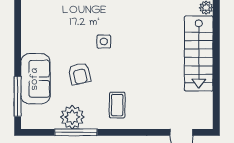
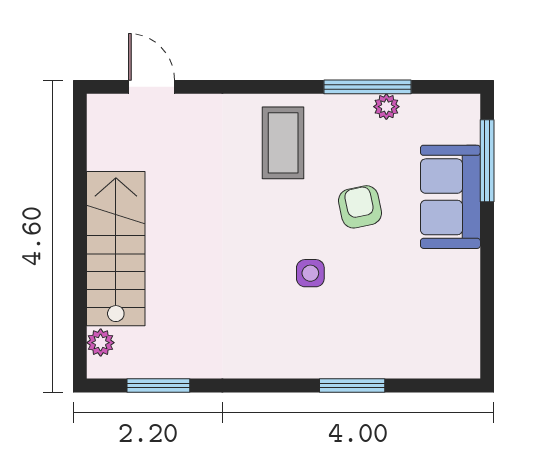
coffee table: (117, 105) -> (283, 143), width x1.36, depth x1.30
plant: (72, 117) -> (386, 107), width x0.53, depth x0.53

